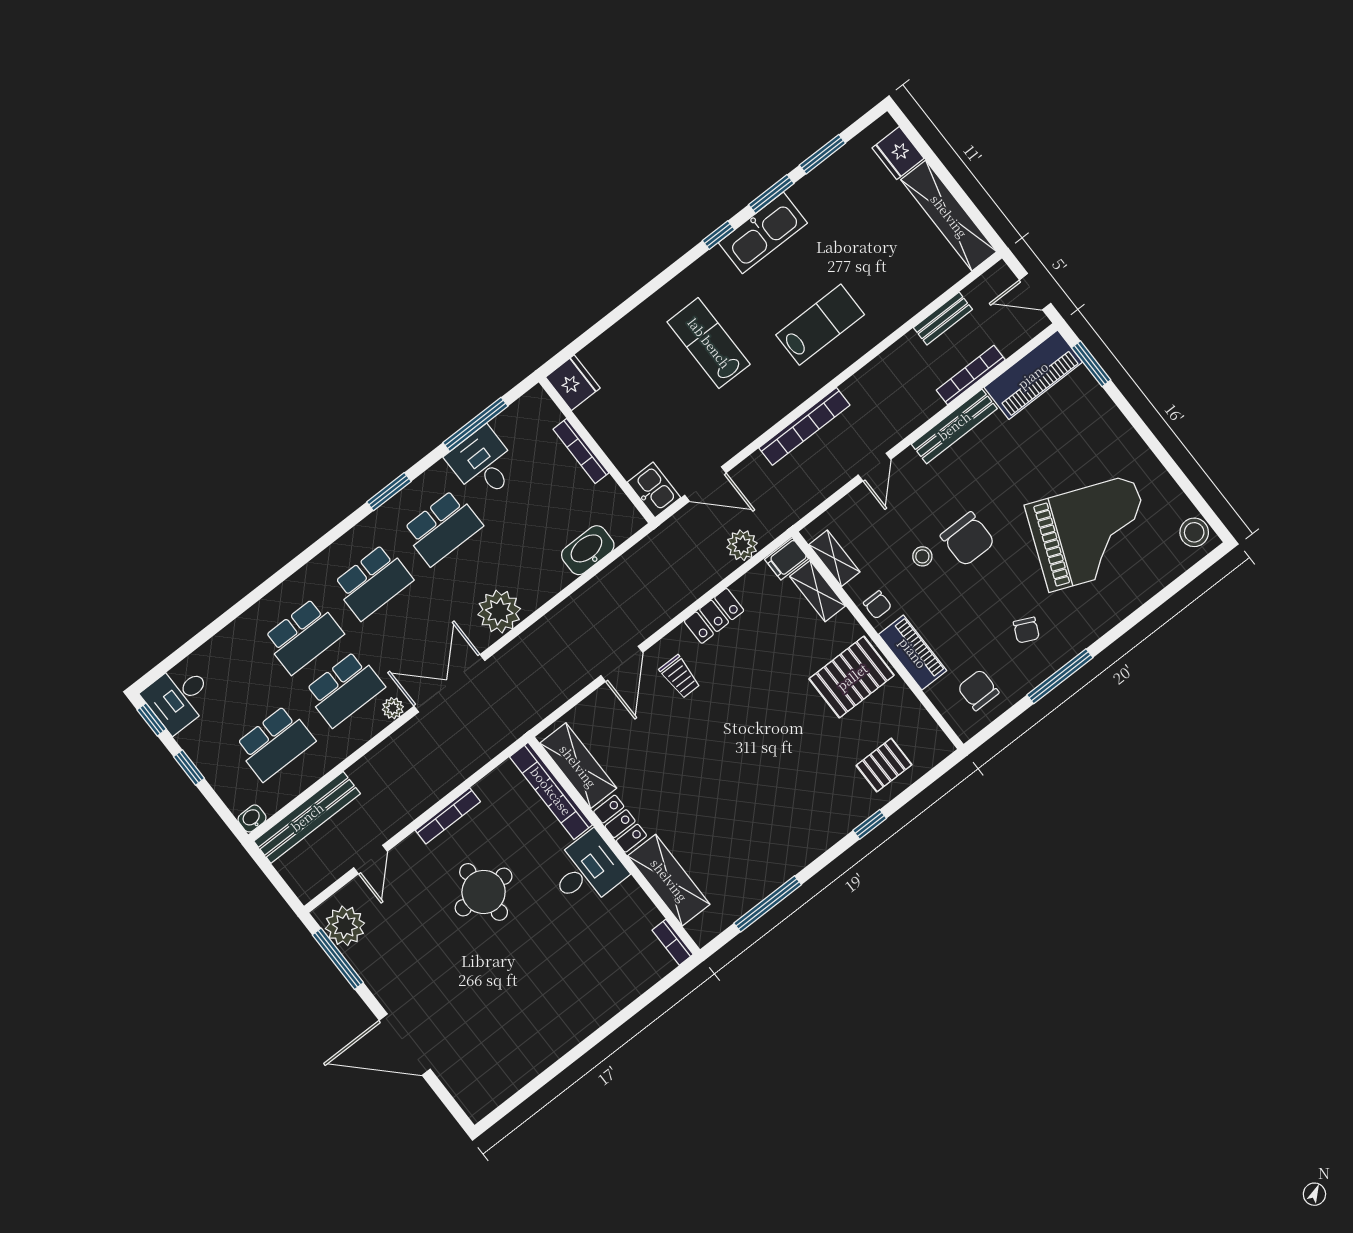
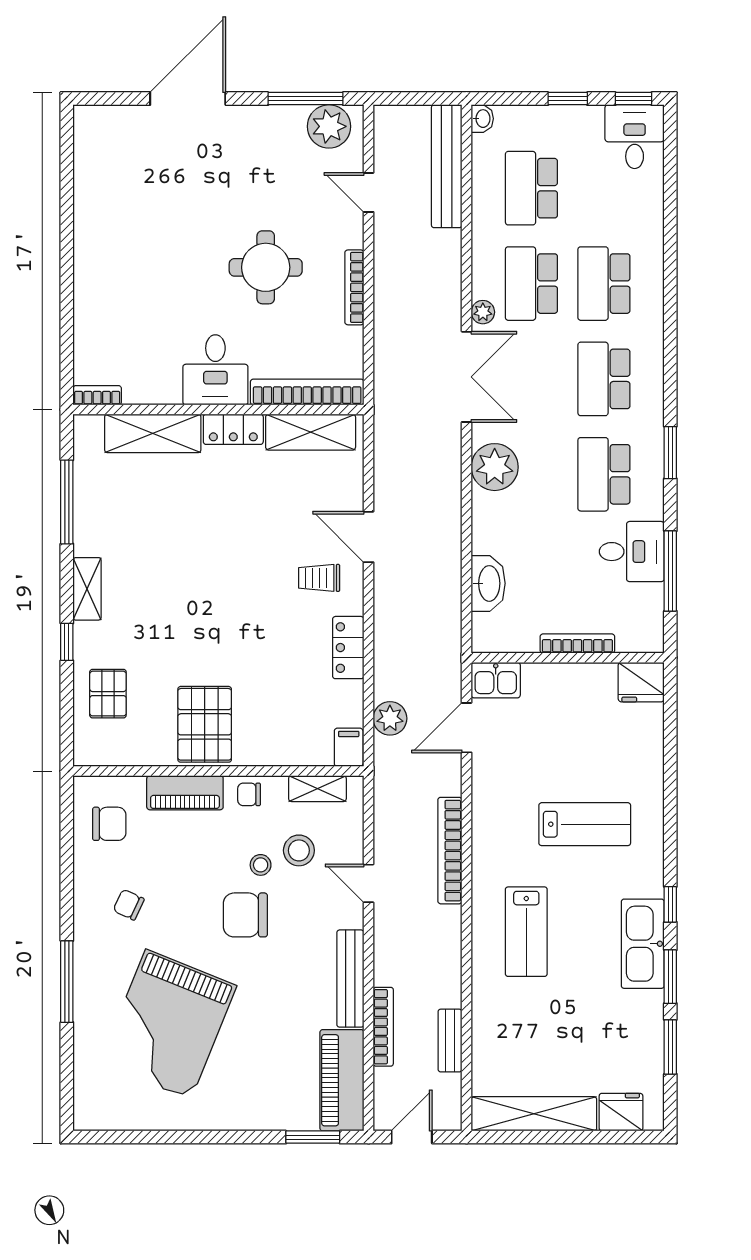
stool: (1194, 532) -> (299, 850), moved
shelving: (818, 591) -> (87, 589), moved, turned 90
window: (1060, 676) -> (67, 982), moved

